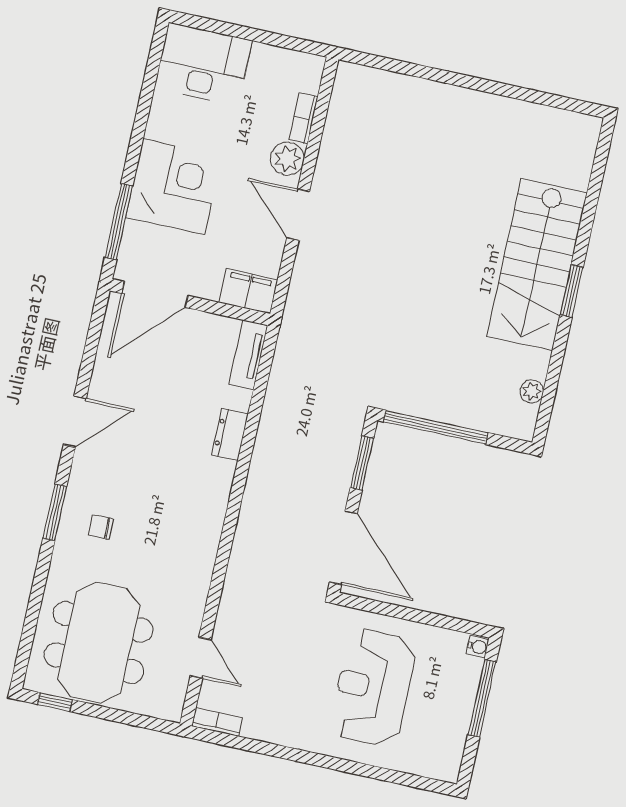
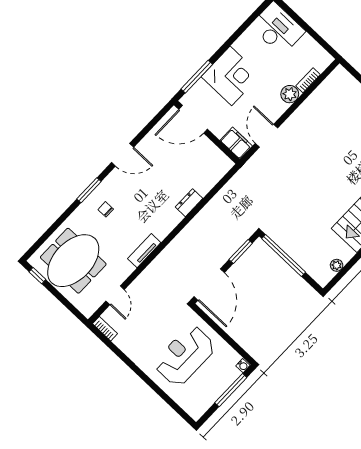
door: (298, 215) -> (267, 136), moved
tv unit: (248, 355) -> (144, 251), moved

